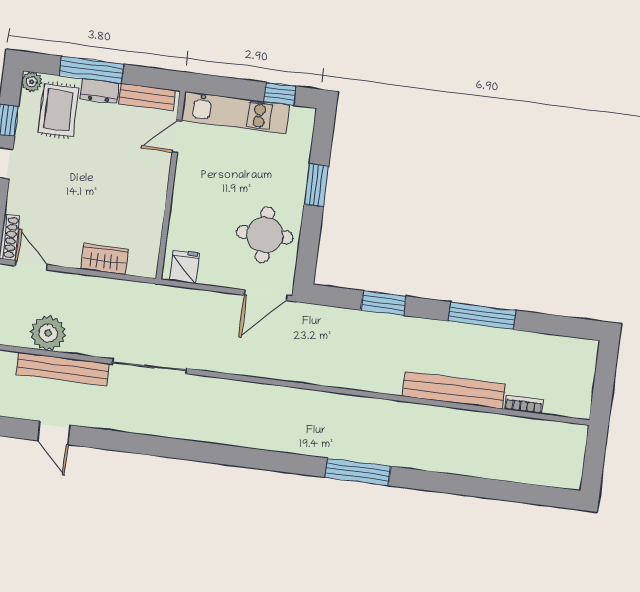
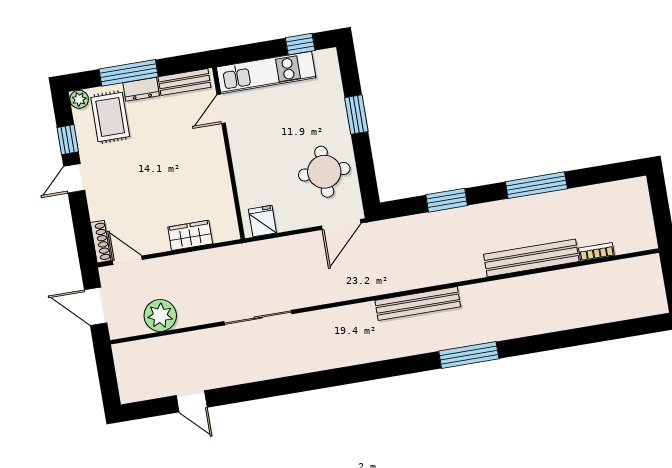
bench: (63, 369) -> (418, 304), moved

